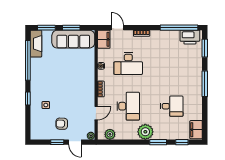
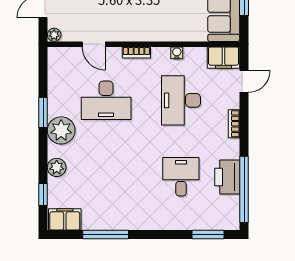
printer: (190, 37) -> (227, 177), moved
window: (205, 84) -> (106, 235), moved
desk: (172, 106) -> (181, 177), moved, turned 180
plant: (110, 134) -> (57, 167), moved
window: (158, 142) -> (43, 113), moved

